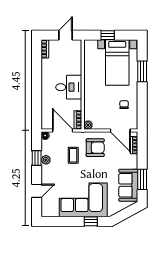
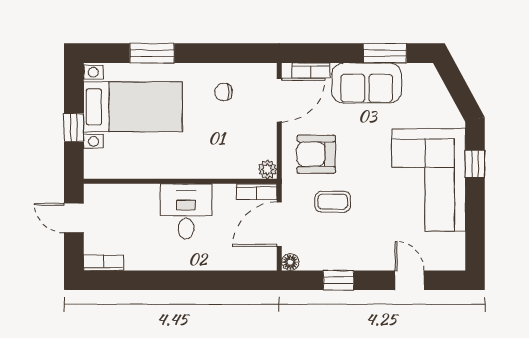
armchair: (95, 148) -> (316, 154), turned -90
plant: (46, 160) -> (342, 261), removed
sofa: (128, 185) -> (367, 83), moved

